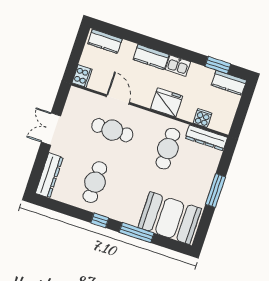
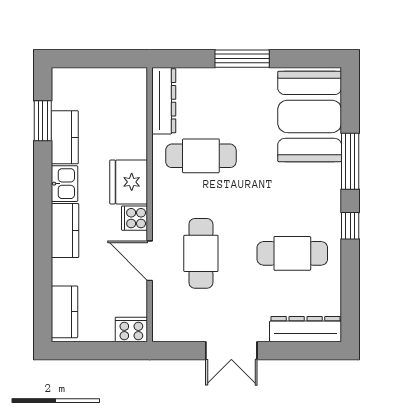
kitchen counter: (229, 83) -> (65, 137), moved
door: (118, 99) -> (150, 261), hinge flipped
cooker: (202, 118) -> (135, 218), moved

